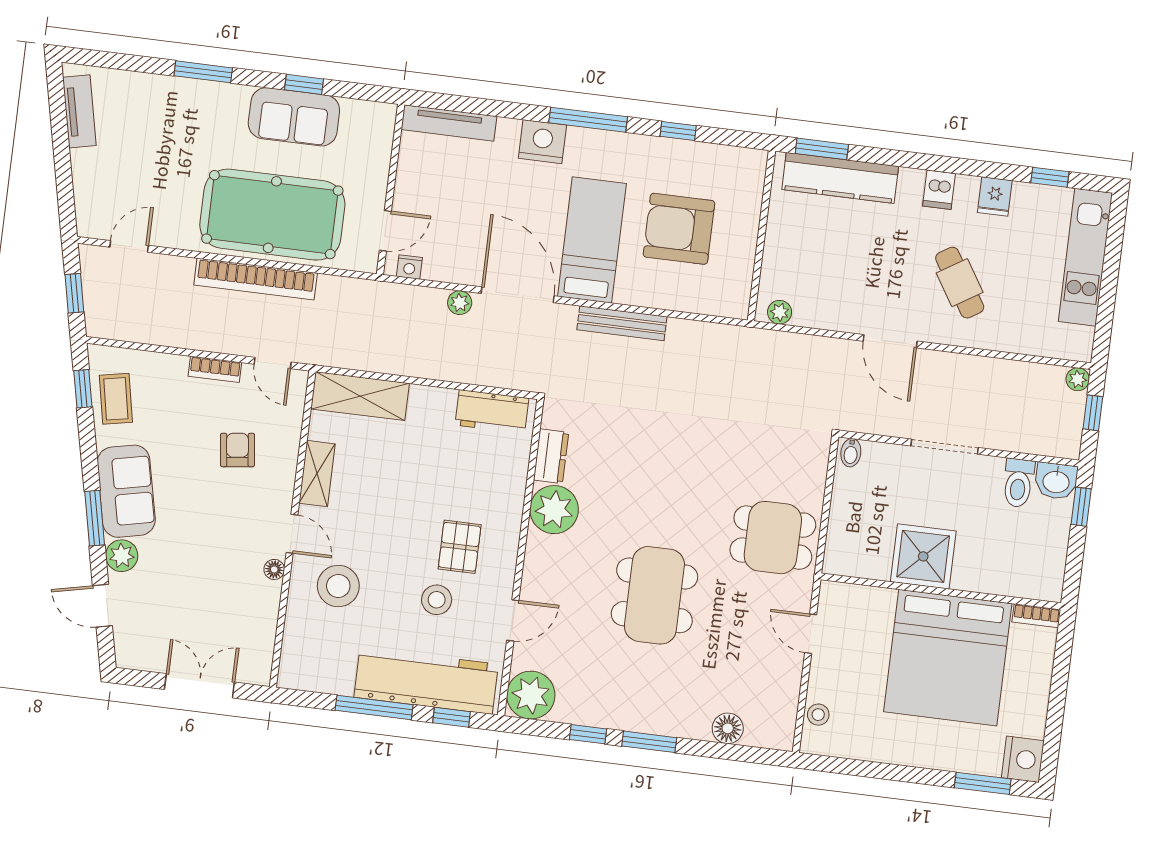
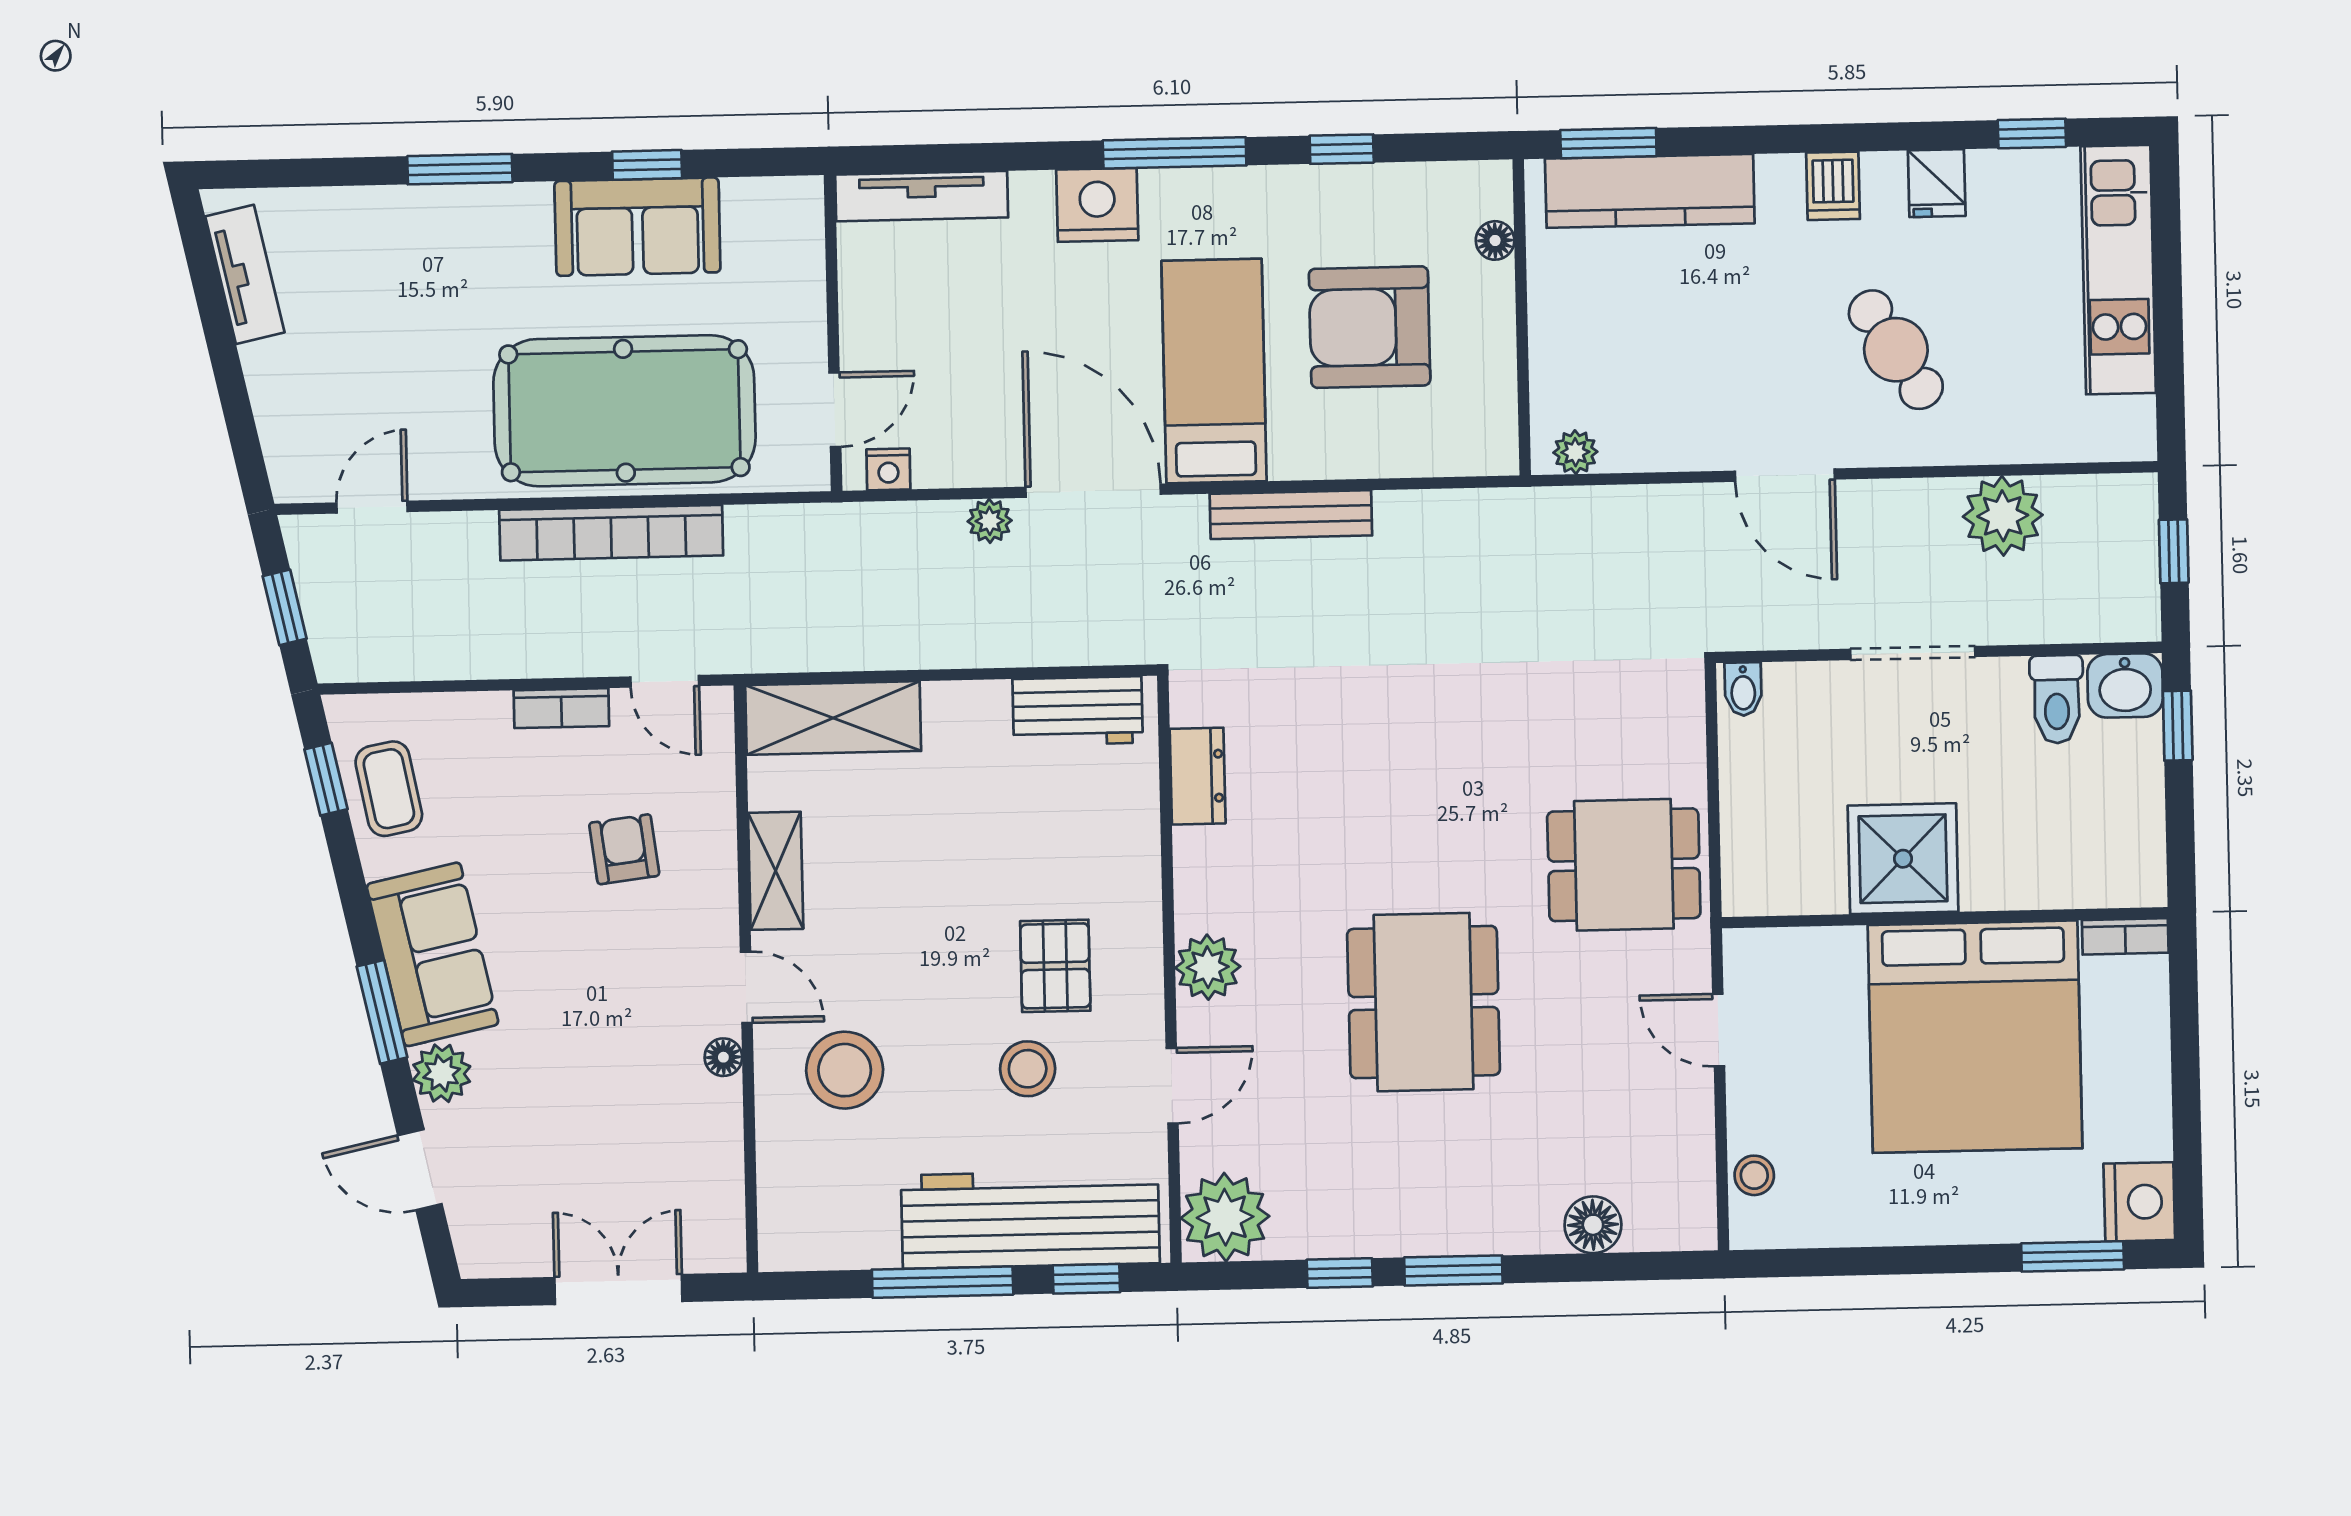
floor lamp: (753, 192) -> (1495, 240), added
plant: (1078, 379) -> (2003, 516), moved, width x1.87, depth x1.87
plant: (554, 510) -> (1208, 967), moved, width x0.73, depth x0.73

